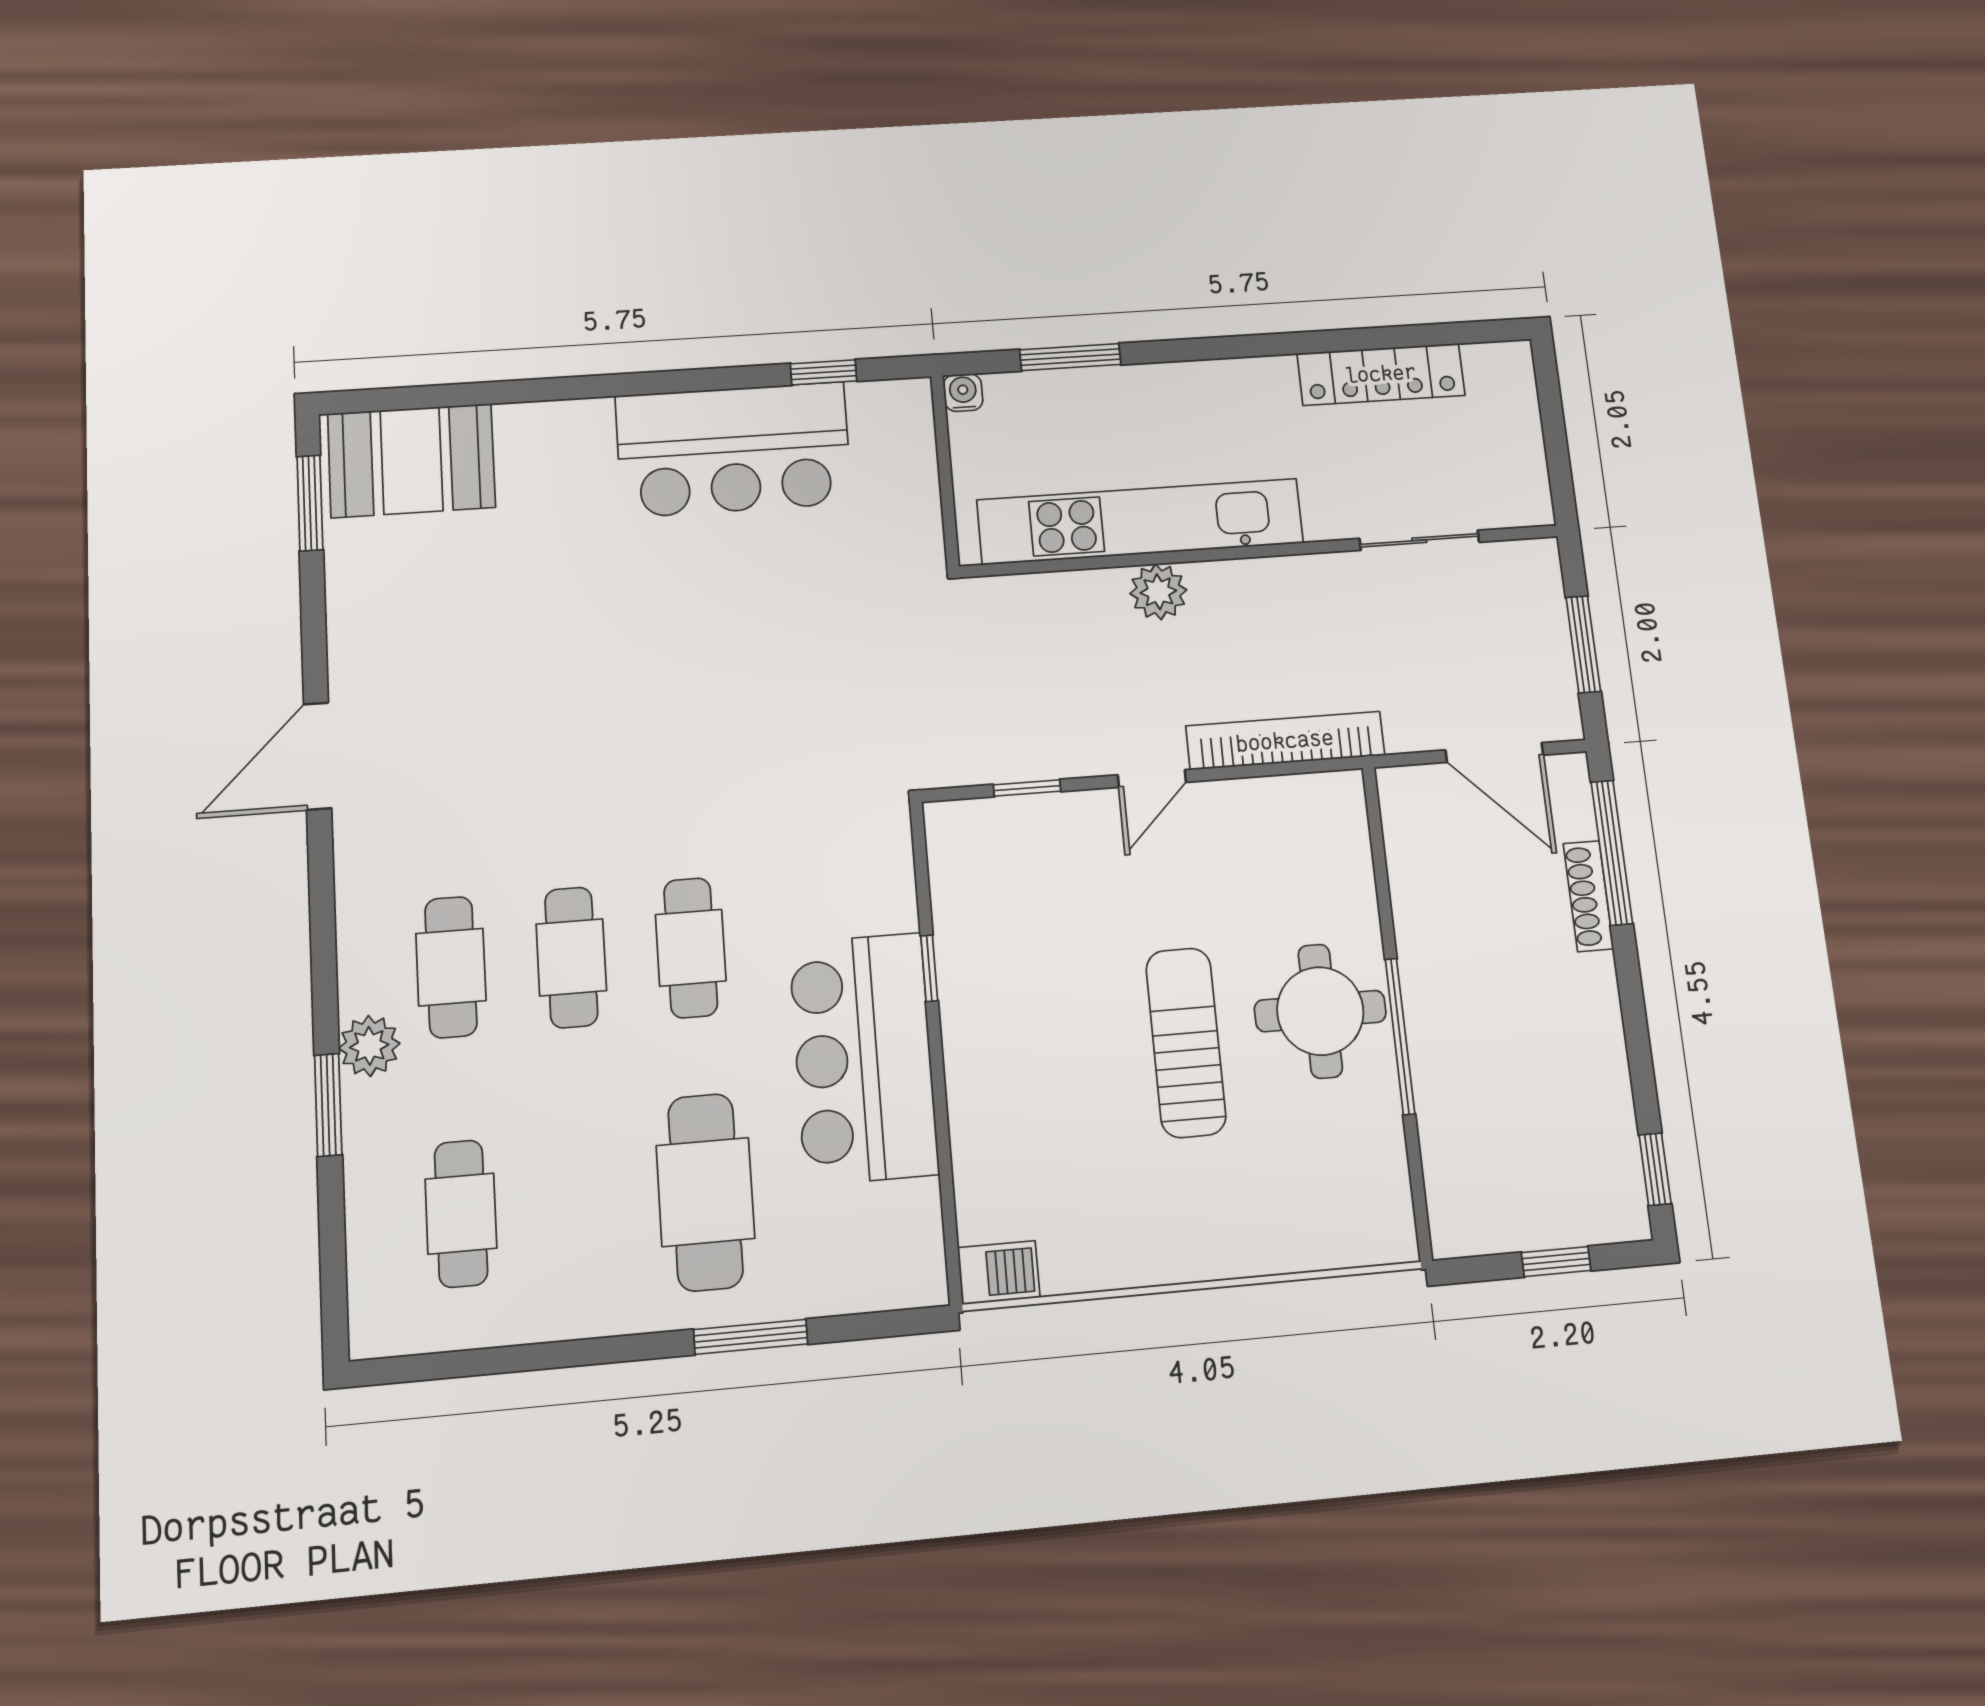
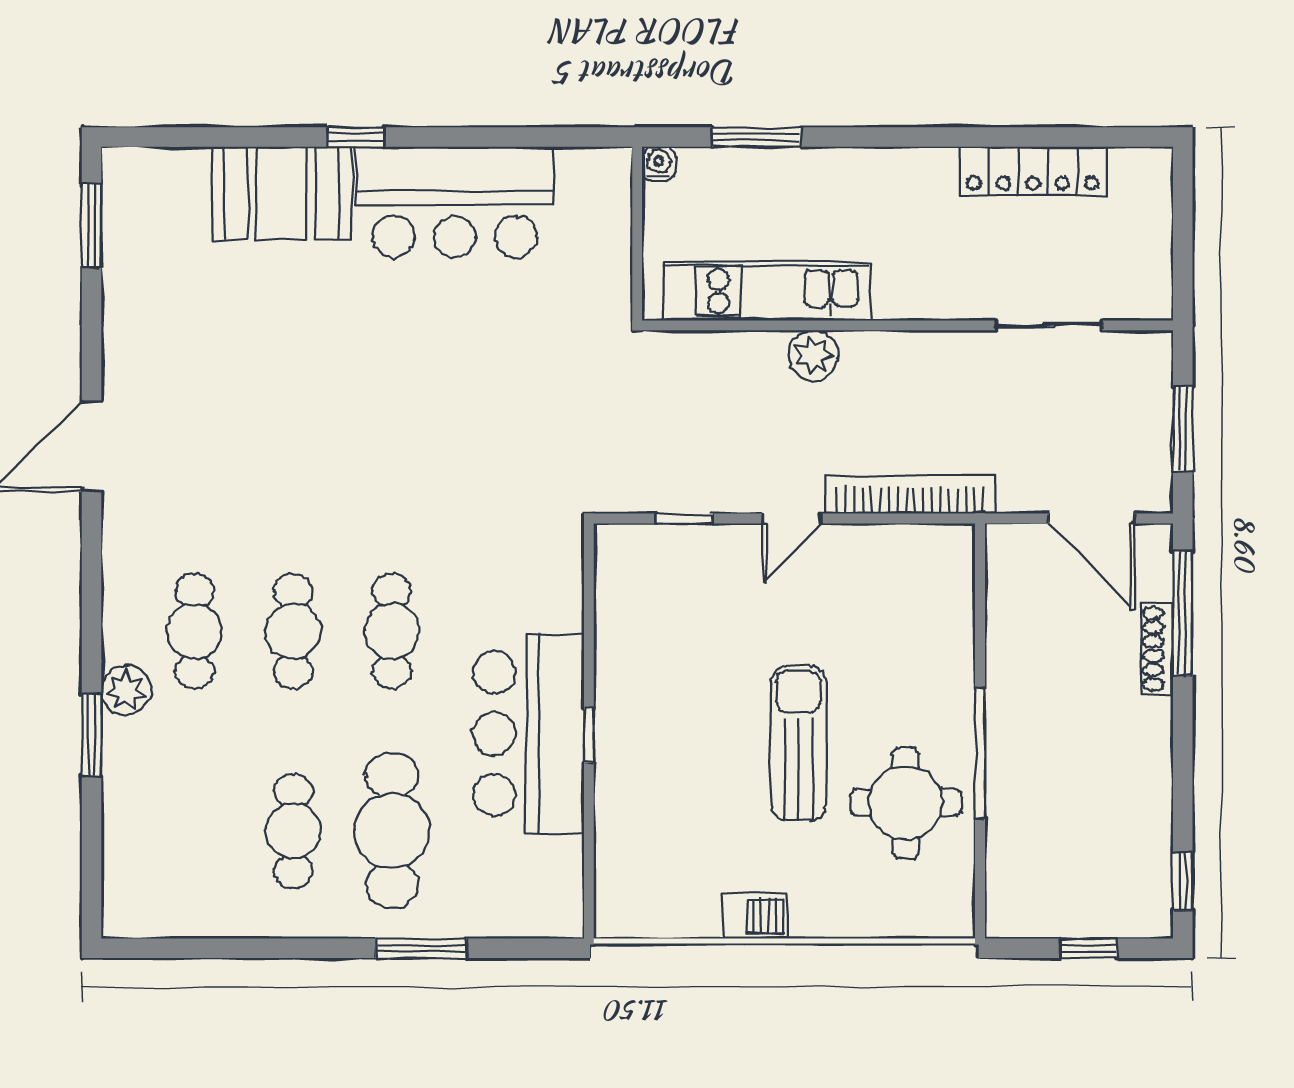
window: (824, 372) -> (356, 137), moved
booth: (412, 460) -> (282, 194), moved
kitchen unit: (1140, 521) -> (766, 291), width x0.73
window: (929, 968) -> (589, 735), moved
round table: (1320, 1011) -> (906, 803), moved
cafe table: (461, 1214) -> (293, 831), moved
barbecue: (999, 1273) -> (755, 916), moved

